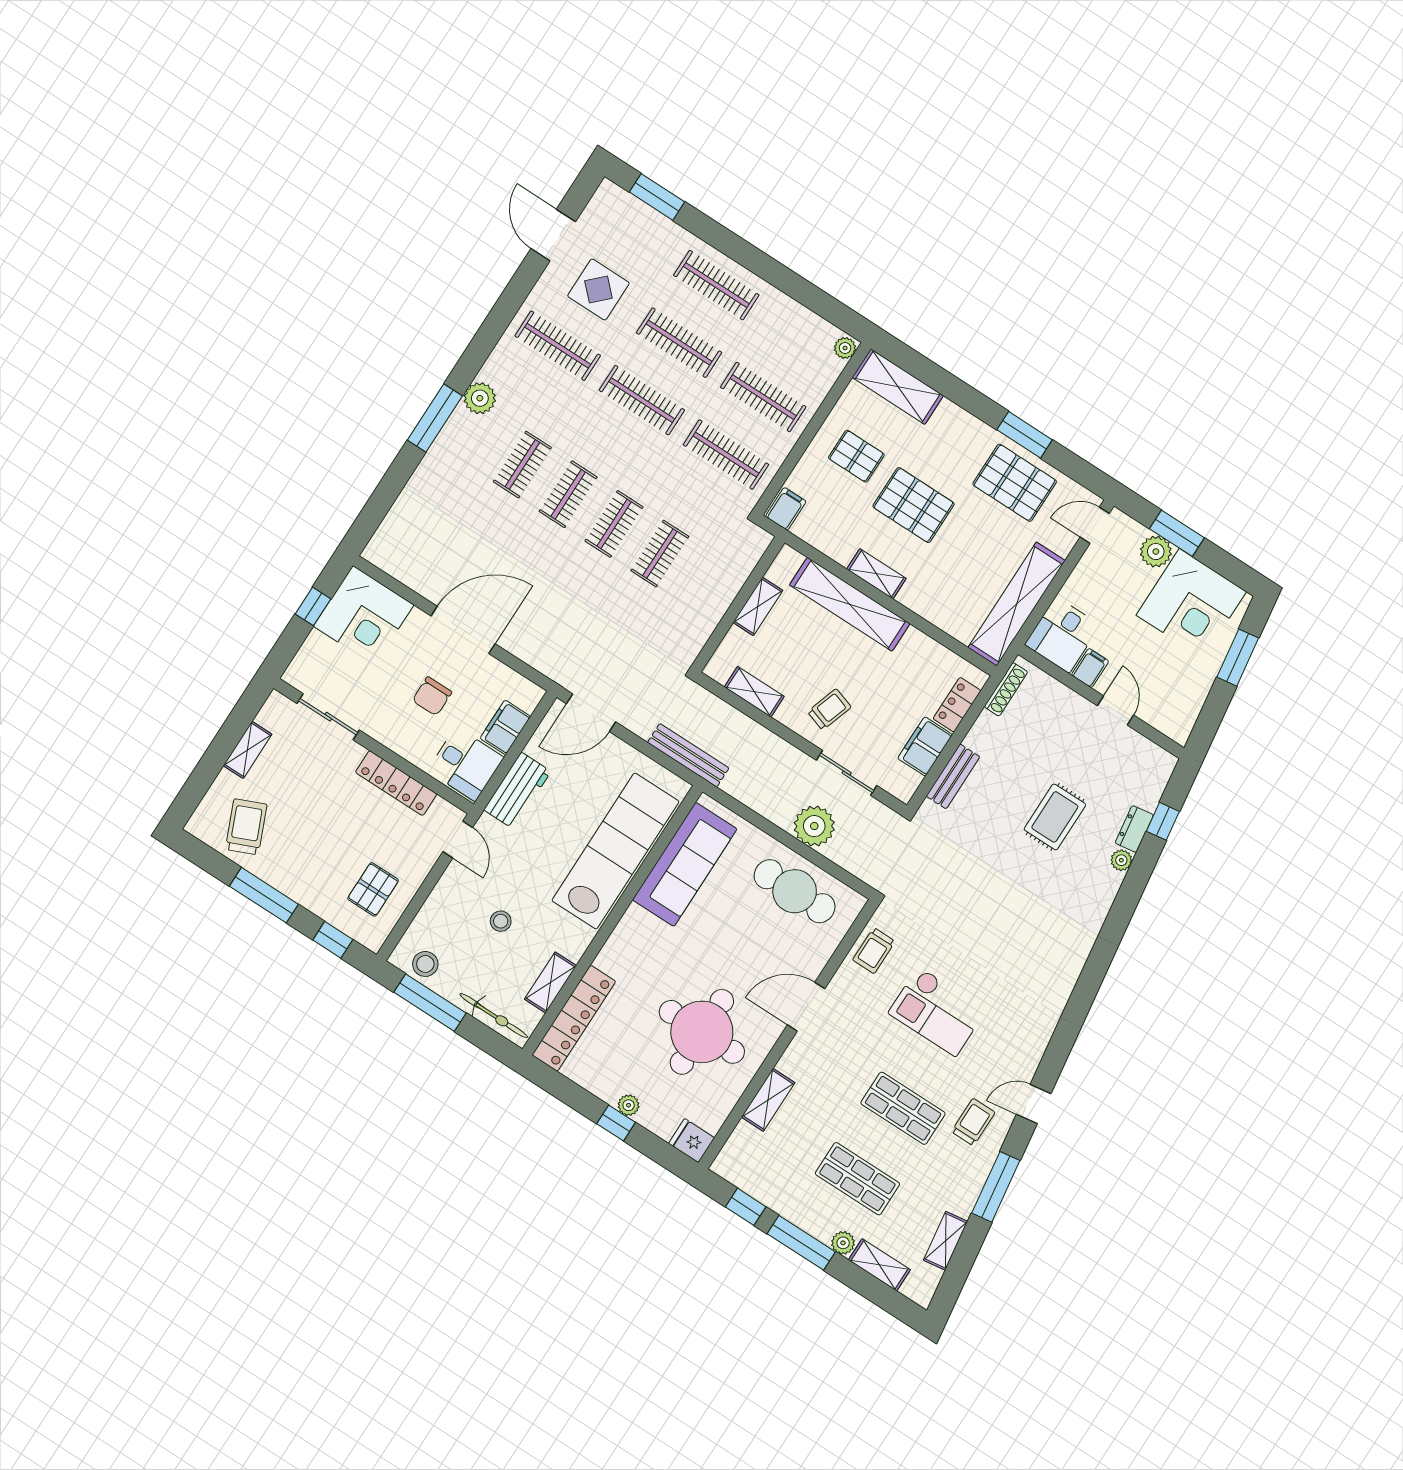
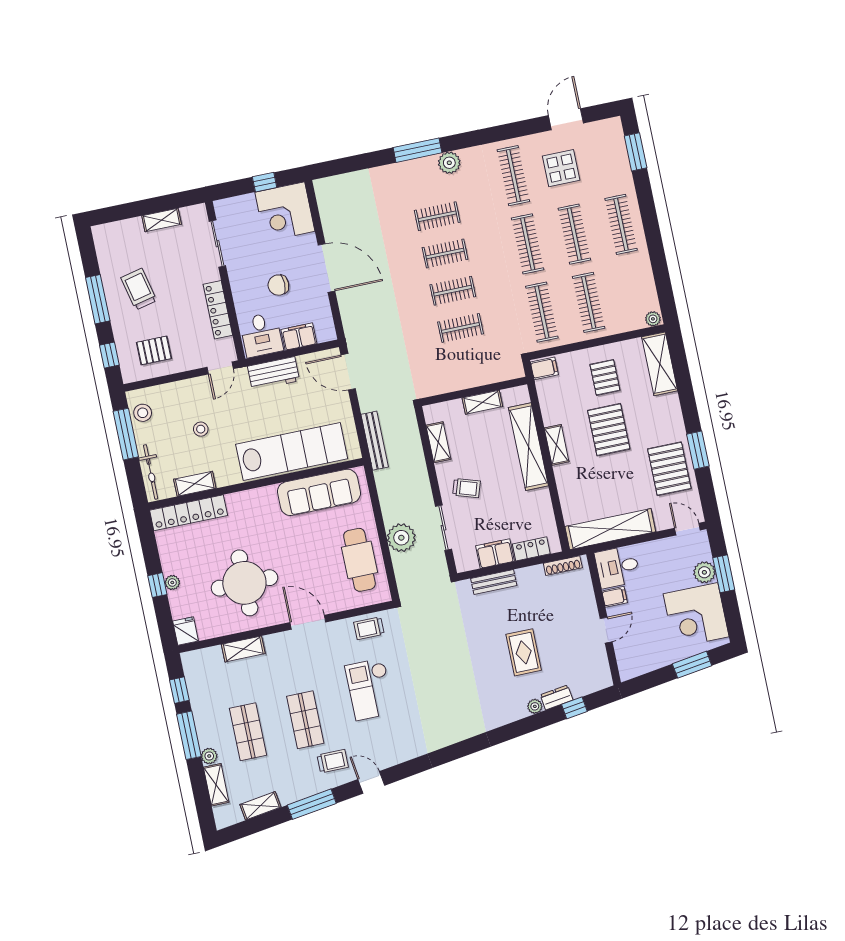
rug: (1055, 817) -> (524, 652), turned 90
trolley: (246, 827) -> (139, 289), moved, turned -80

